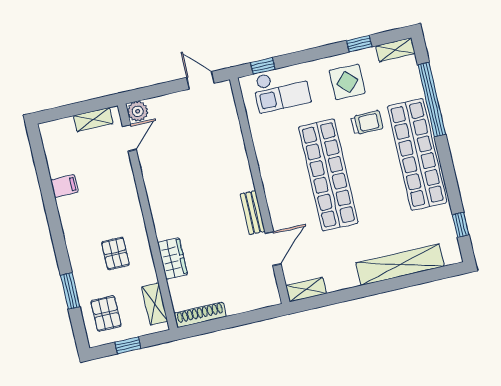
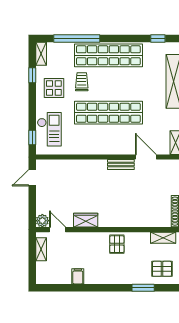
pallet: (115, 253) -> (117, 244), moved, turned 90
wardrobe: (173, 259) -> (86, 220), moved

